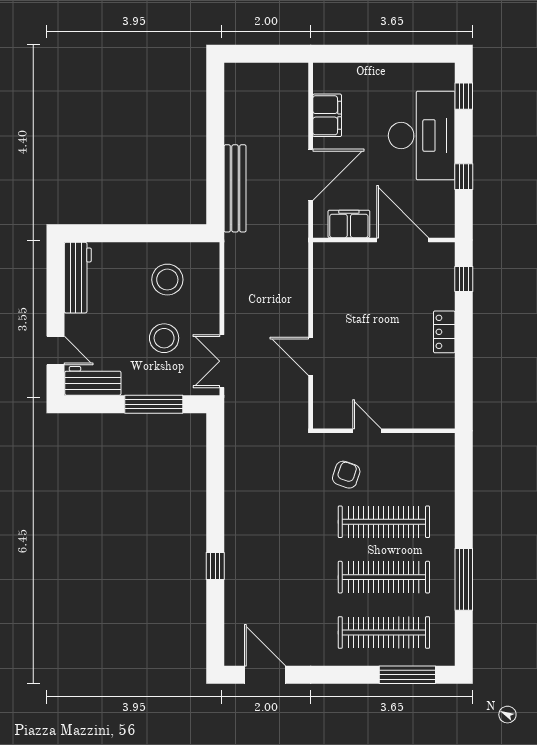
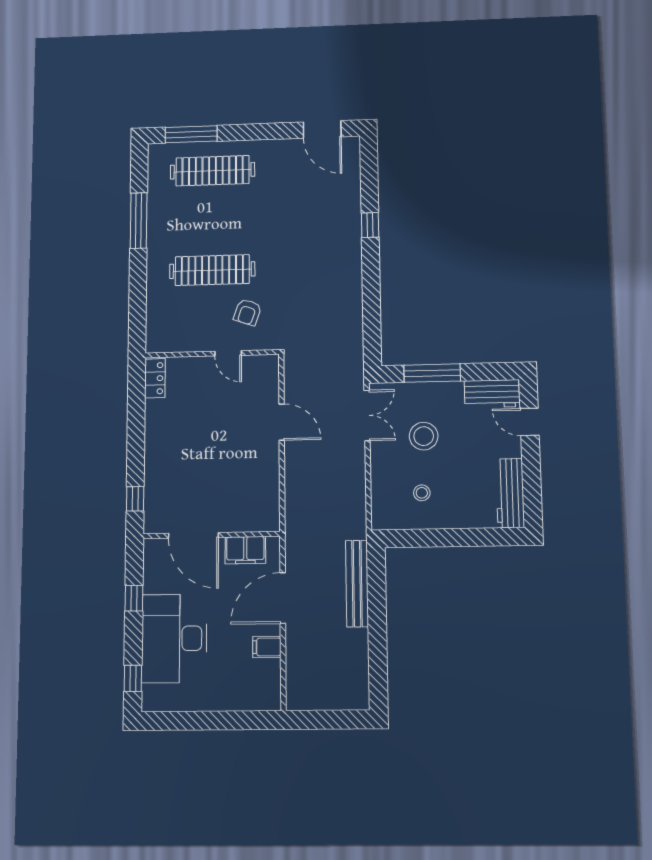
filing cabinet: (327, 115) -> (267, 647), width x0.50
stool: (167, 280) -> (422, 493), width x0.53, depth x0.53
locker: (444, 332) -> (155, 378), moved
clothes rail: (384, 577) -> (212, 220), removed

